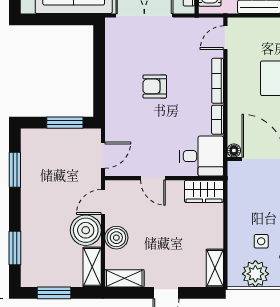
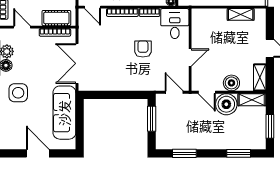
armchair: (155, 86) -> (143, 49), moved, turned 180
wardrobe: (204, 191) -> (199, 22), removed
shelving: (215, 268) -> (241, 14), moved

